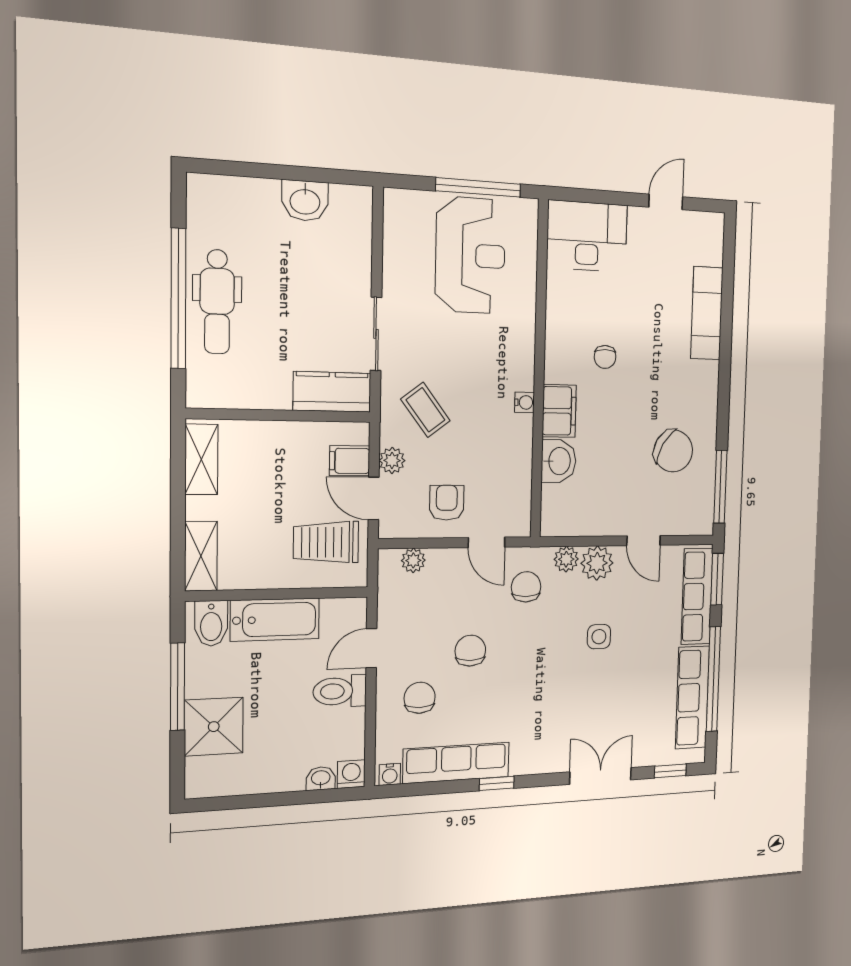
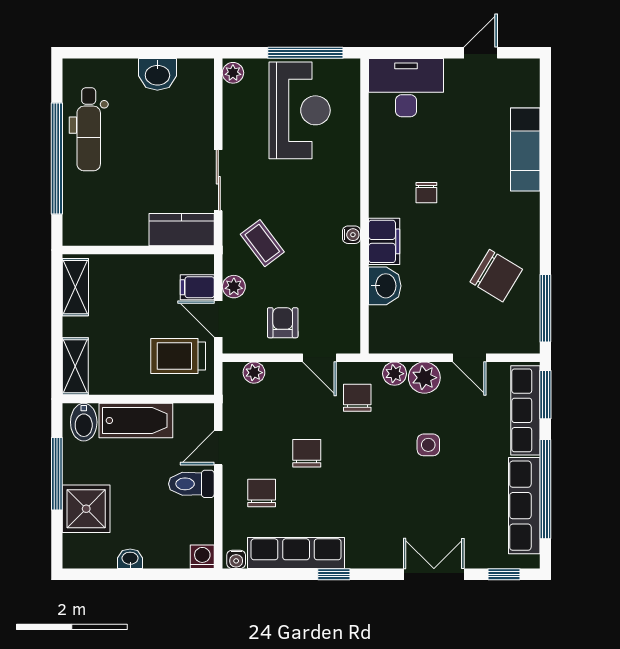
plant: (395, 205) -> (233, 73), added
dental chair: (217, 302) -> (89, 129), moved
washbasin: (321, 778) -> (130, 559), moved

